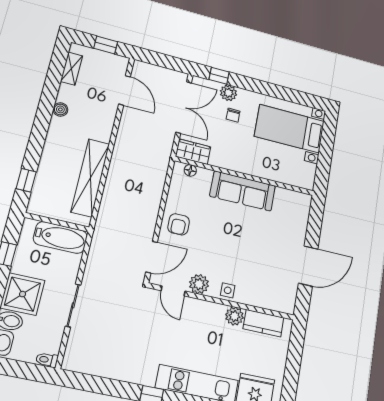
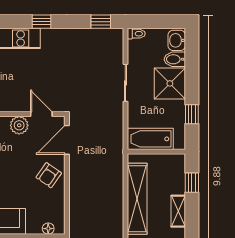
shelving: (49, 154) -> (178, 211), added
armchair: (179, 224) -> (49, 175), turned -145
window: (85, 382) -> (101, 22), added

